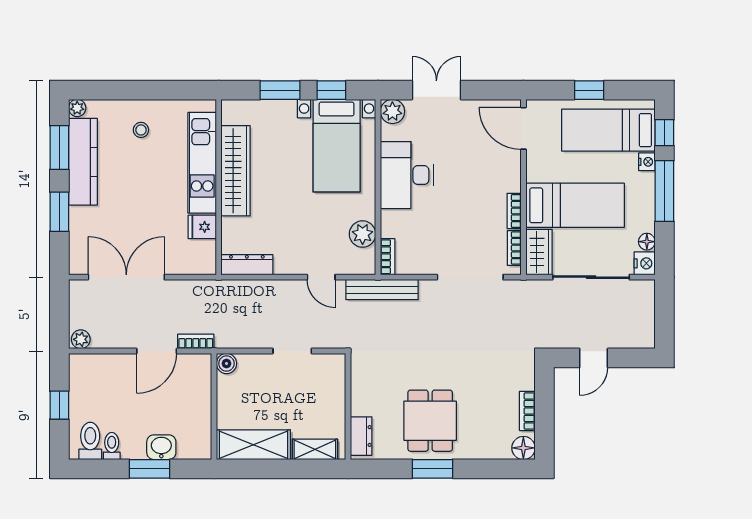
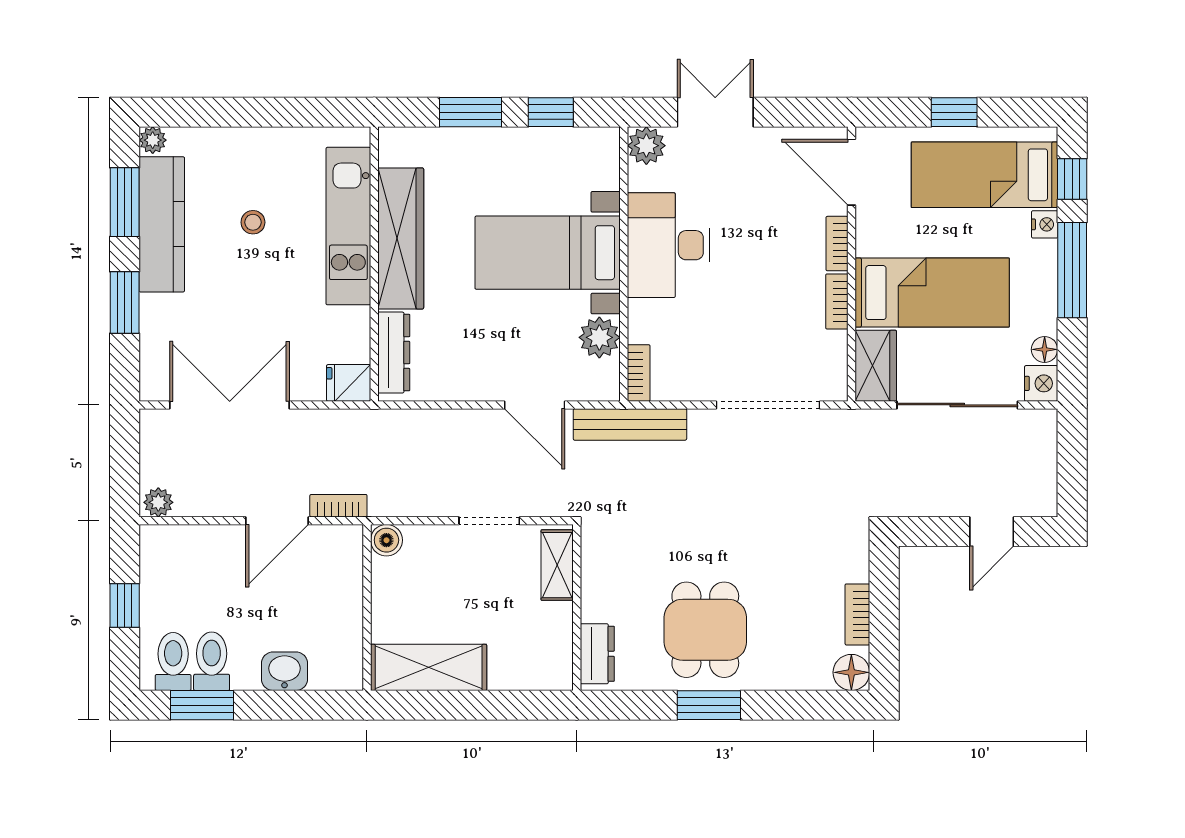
stool: (141, 130) -> (253, 222), moved
bed with nightstands: (337, 146) -> (548, 253), moved, turned 90
fridge: (202, 227) -> (349, 383), moved
bookcase: (514, 248) -> (837, 244), moved
dresser: (247, 265) -> (394, 353), moved, turned 90
door: (321, 277) -> (535, 405), width x1.38
door: (594, 358) -> (992, 532), moved
toilet: (112, 446) -> (212, 661), width x1.37, depth x1.39
shelving: (315, 449) -> (557, 565), moved, turned 90
window: (149, 469) -> (202, 705), moved

